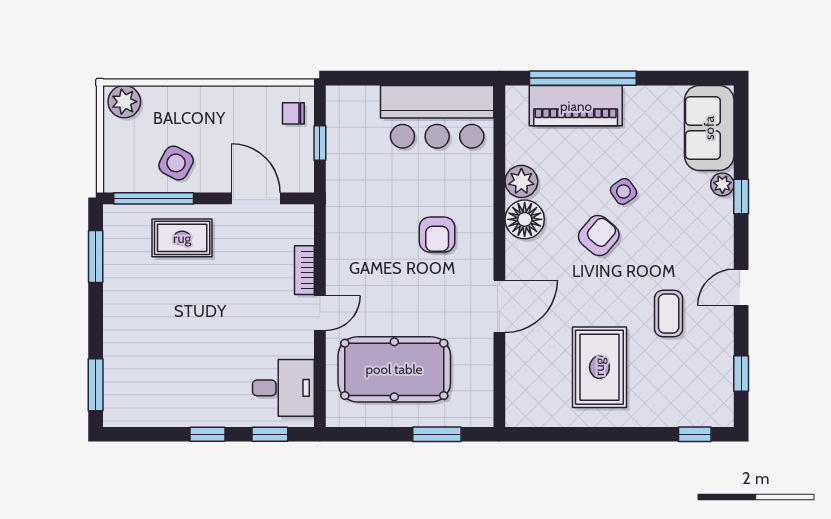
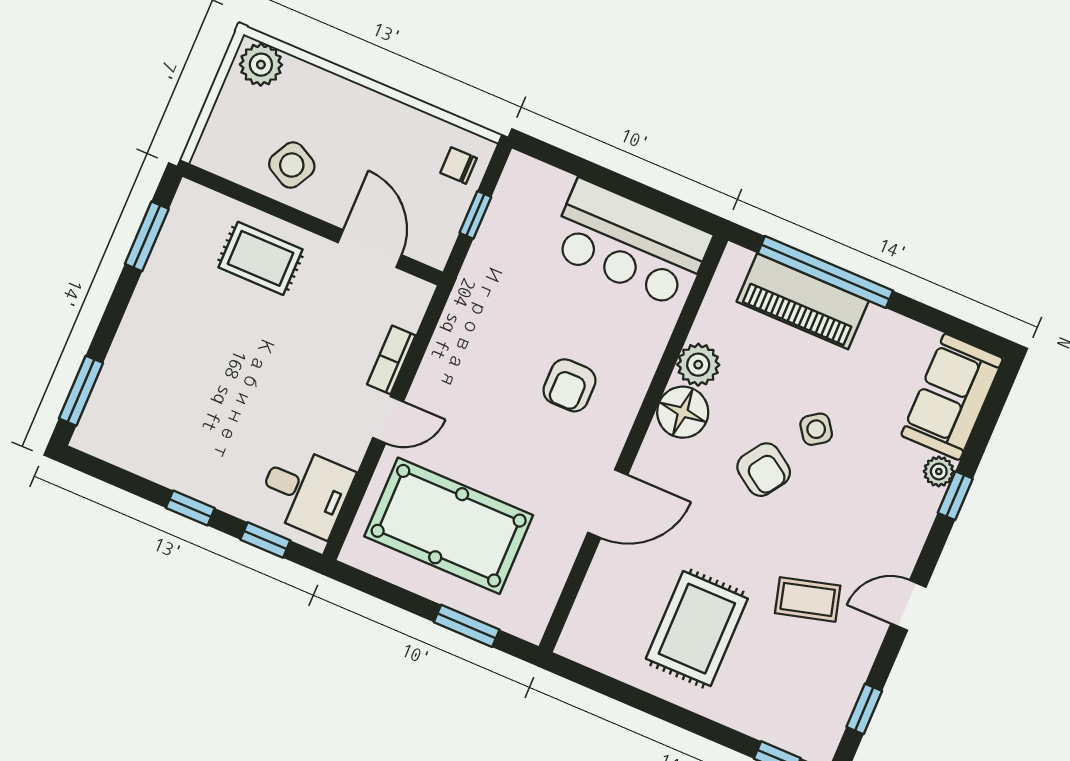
window: (154, 198) -> (247, 196), removed
armchair: (599, 236) -> (764, 470), turned 84
coffee table: (669, 314) -> (808, 599), turned 75

